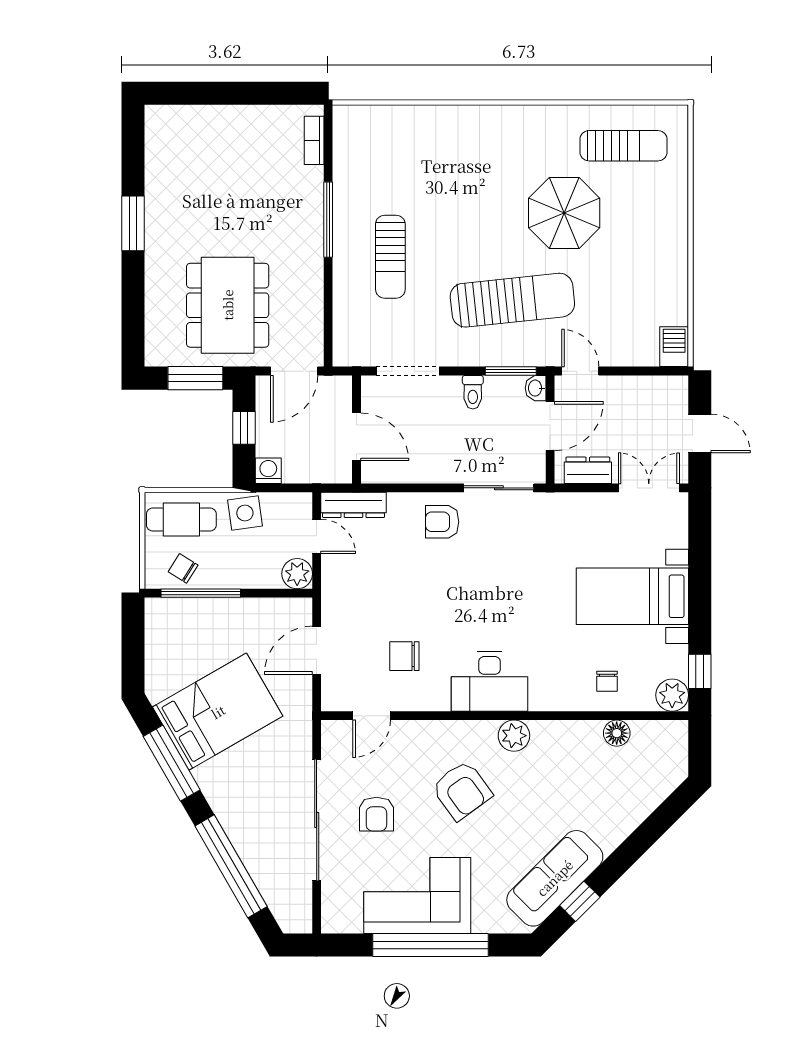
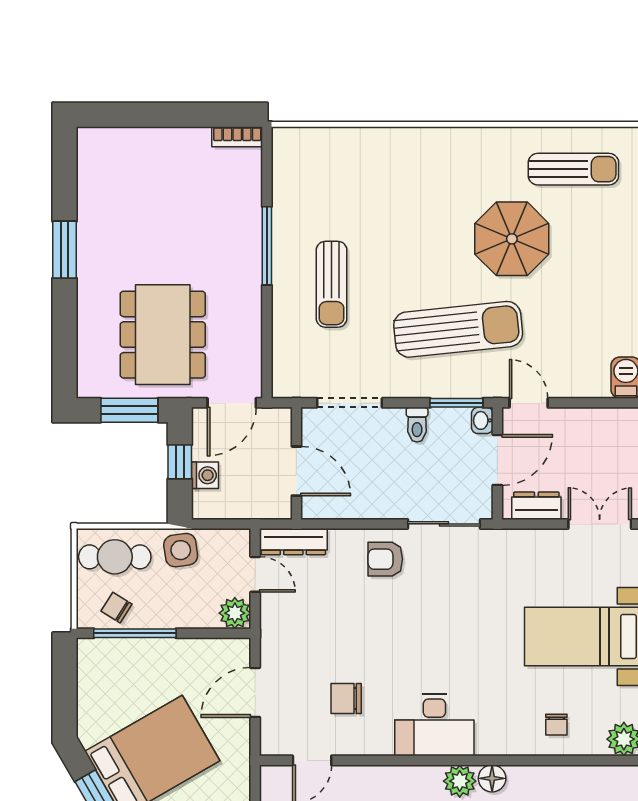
bookcase: (314, 140) -> (237, 137), moved, turned -90
washing machine: (268, 471) -> (205, 475), moved, turned 90
floor lamp: (617, 733) -> (492, 778), moved

